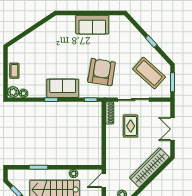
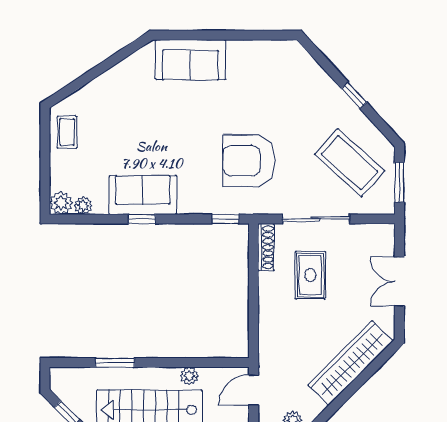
sofa: (92, 25) -> (190, 60), moved
coffee table: (14, 71) -> (67, 132), moved
armchair: (102, 72) -> (249, 161), turned -99
sofa: (63, 88) -> (143, 195), moved

